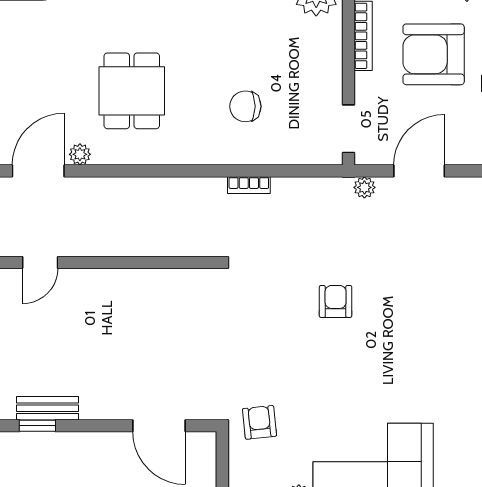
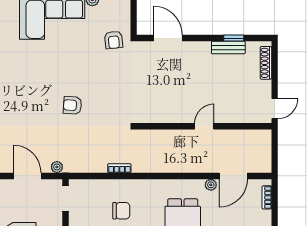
door: (419, 171) -> (27, 176), swing flipped
door: (40, 263) -> (204, 126), moved
armchair: (336, 301) -> (73, 105), turned 94

